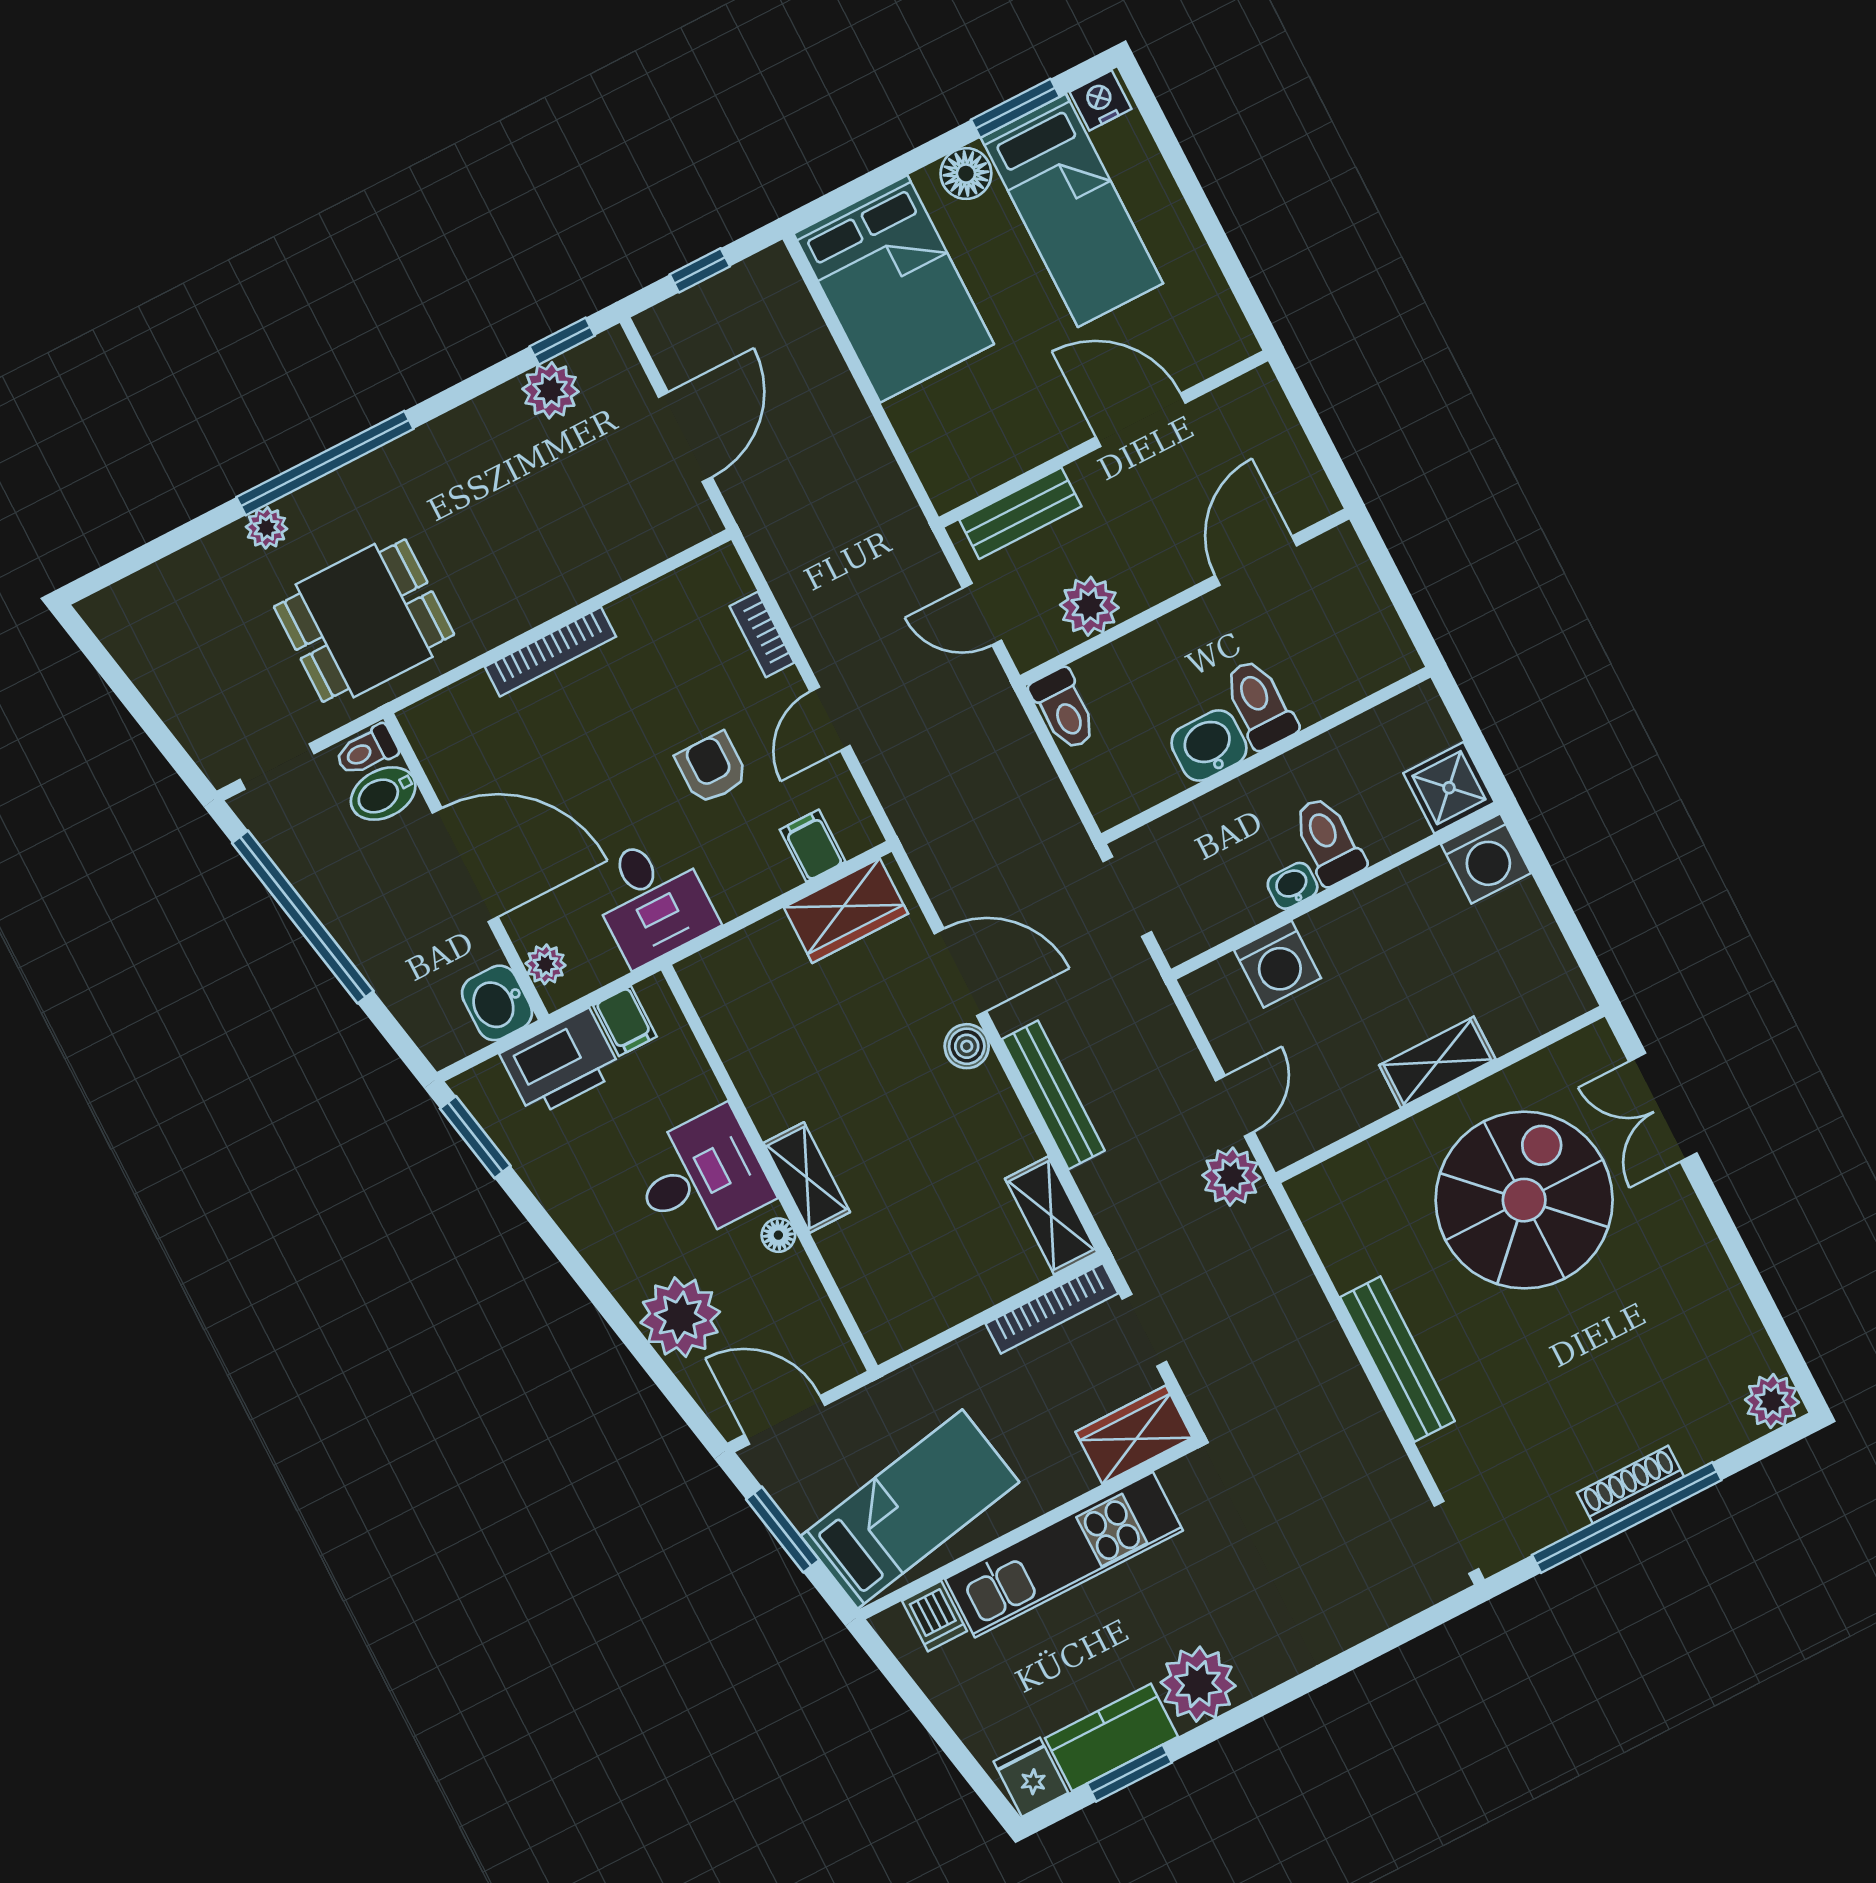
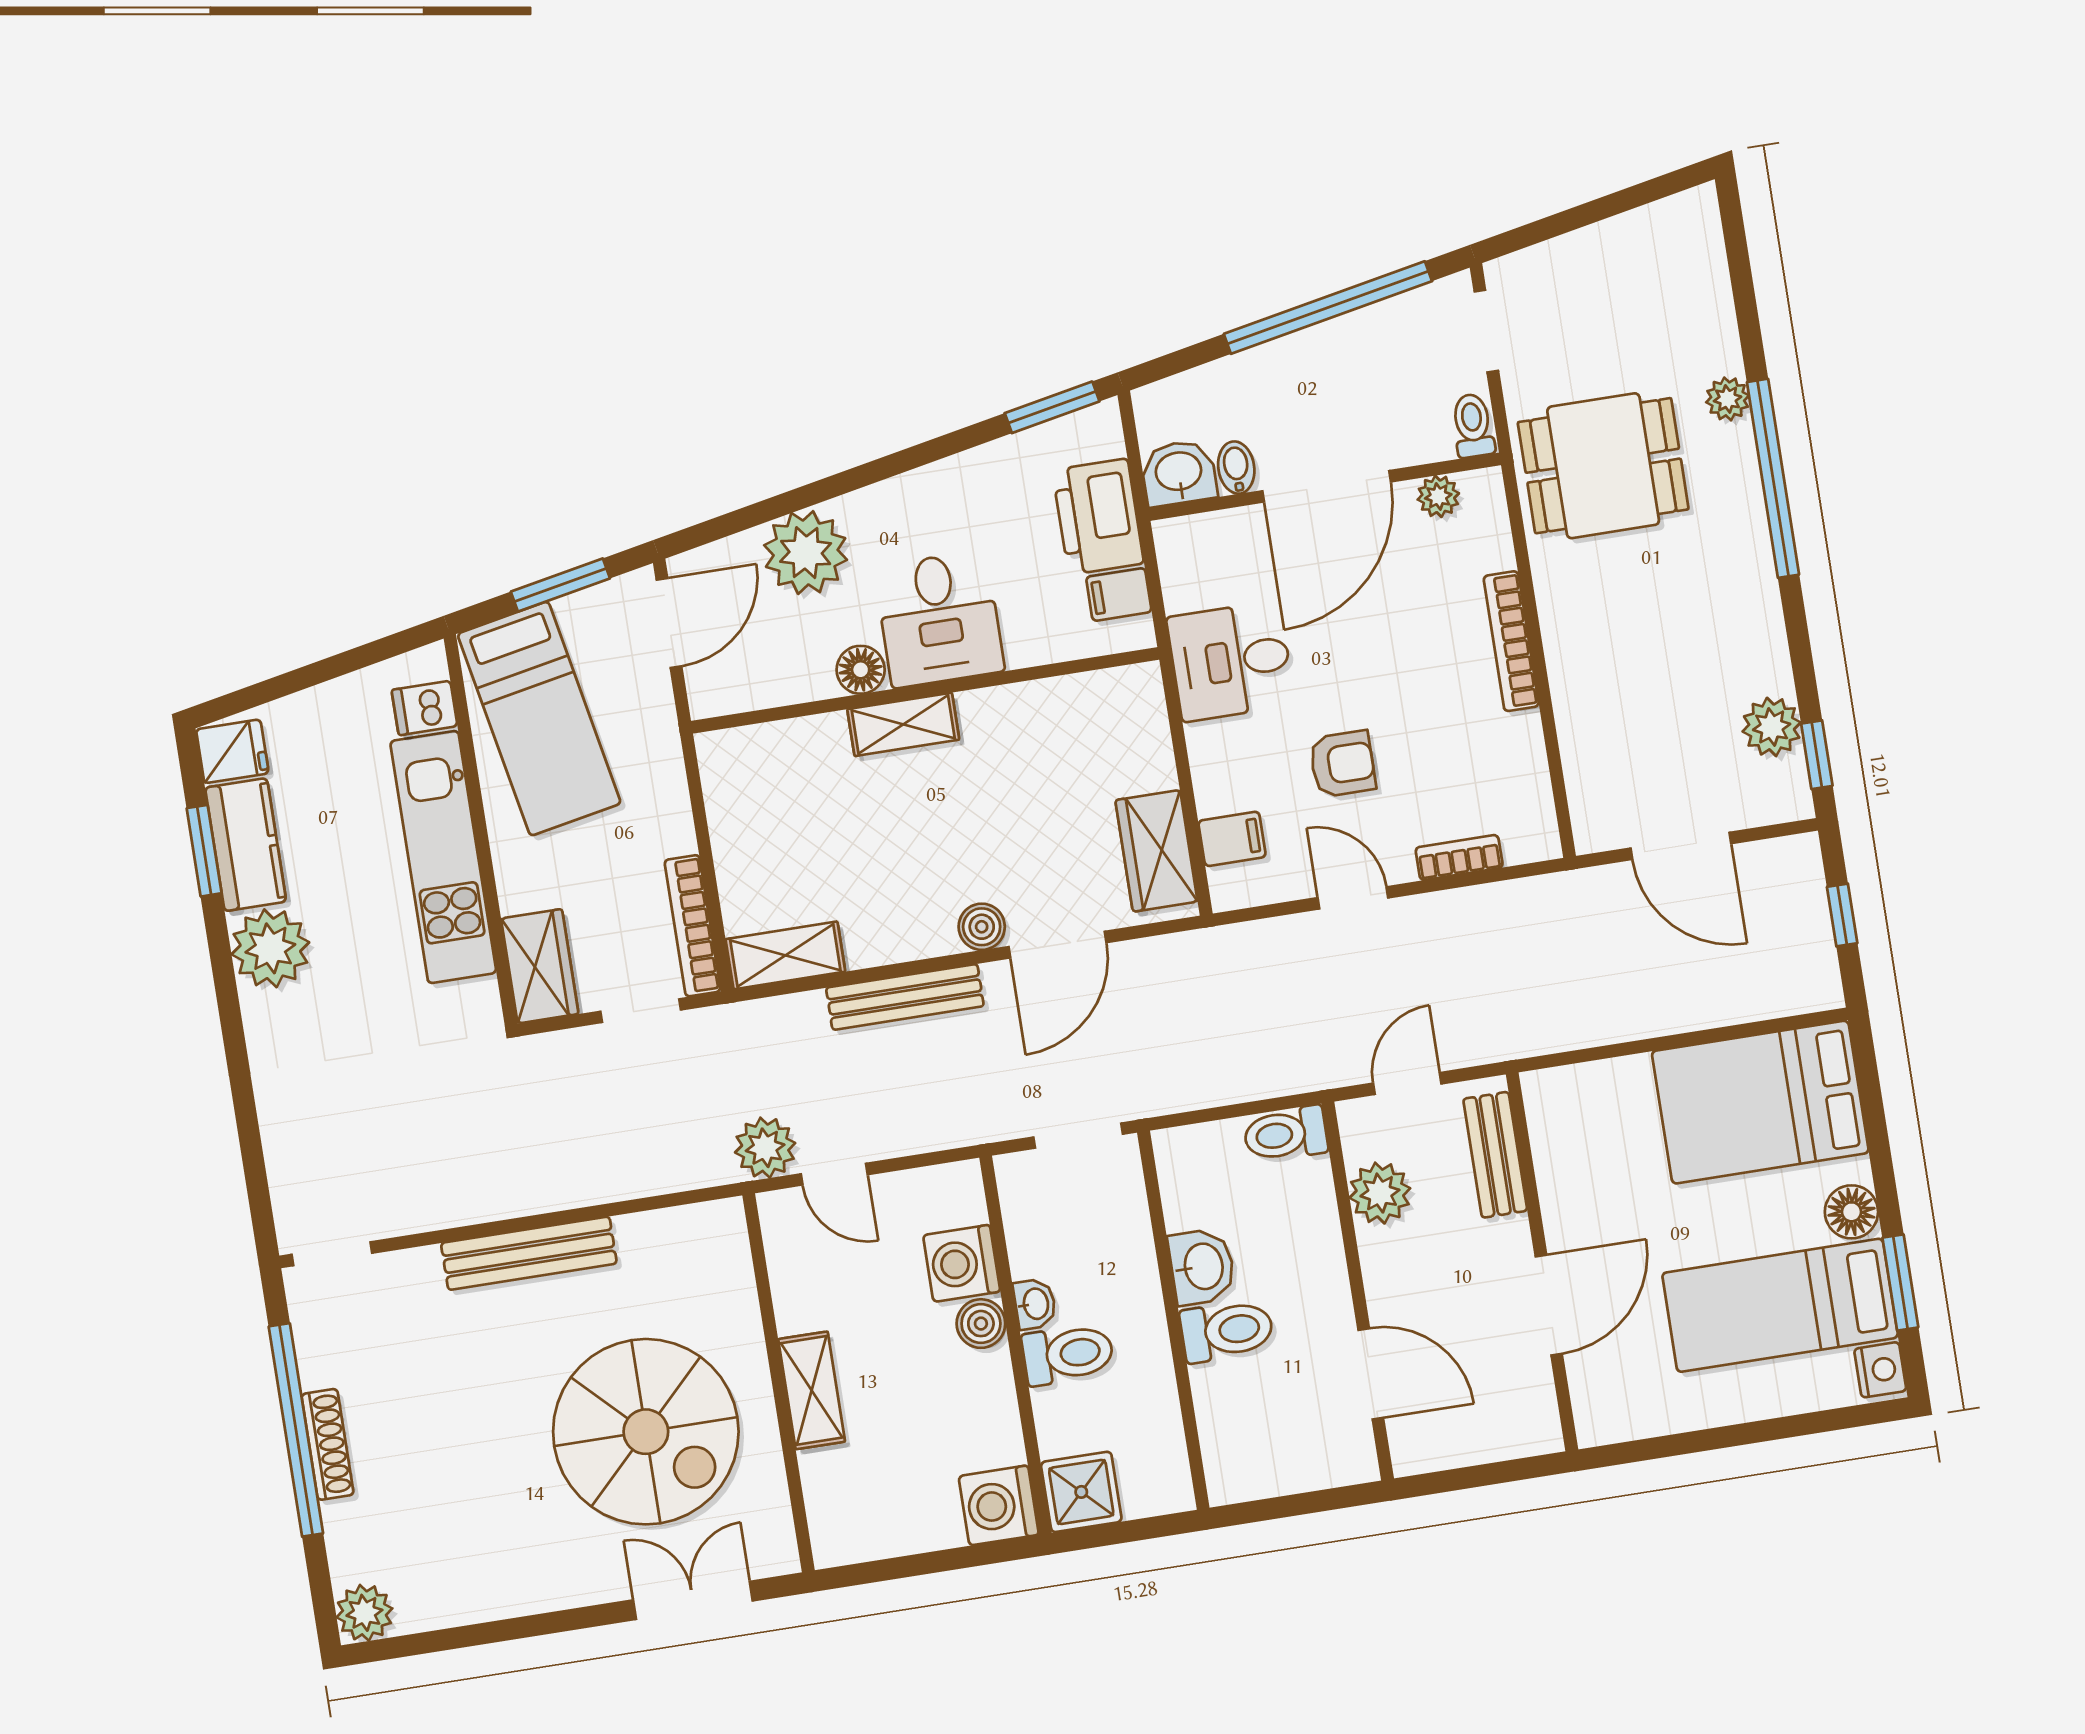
dining table: (364, 621) -> (1603, 466), turned 90
bidet: (383, 794) -> (1236, 468), moved, width x0.72, depth x0.74
boiler: (1326, 929) -> (981, 1324), added
plant: (546, 964) -> (1438, 496), moved
floor lamp: (778, 1235) -> (861, 670), width x1.37, depth x1.37

